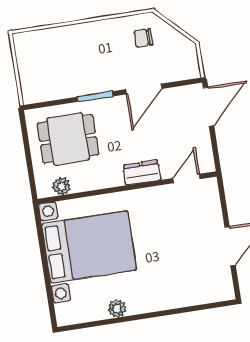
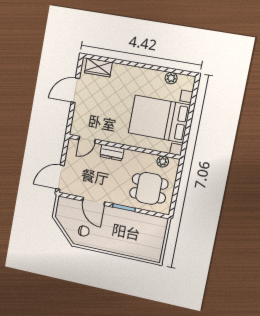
door: (144, 89) -> (94, 201), swing flipped
wardrobe: (206, 292) -> (98, 68), added
plant: (117, 309) -> (171, 78), moved

